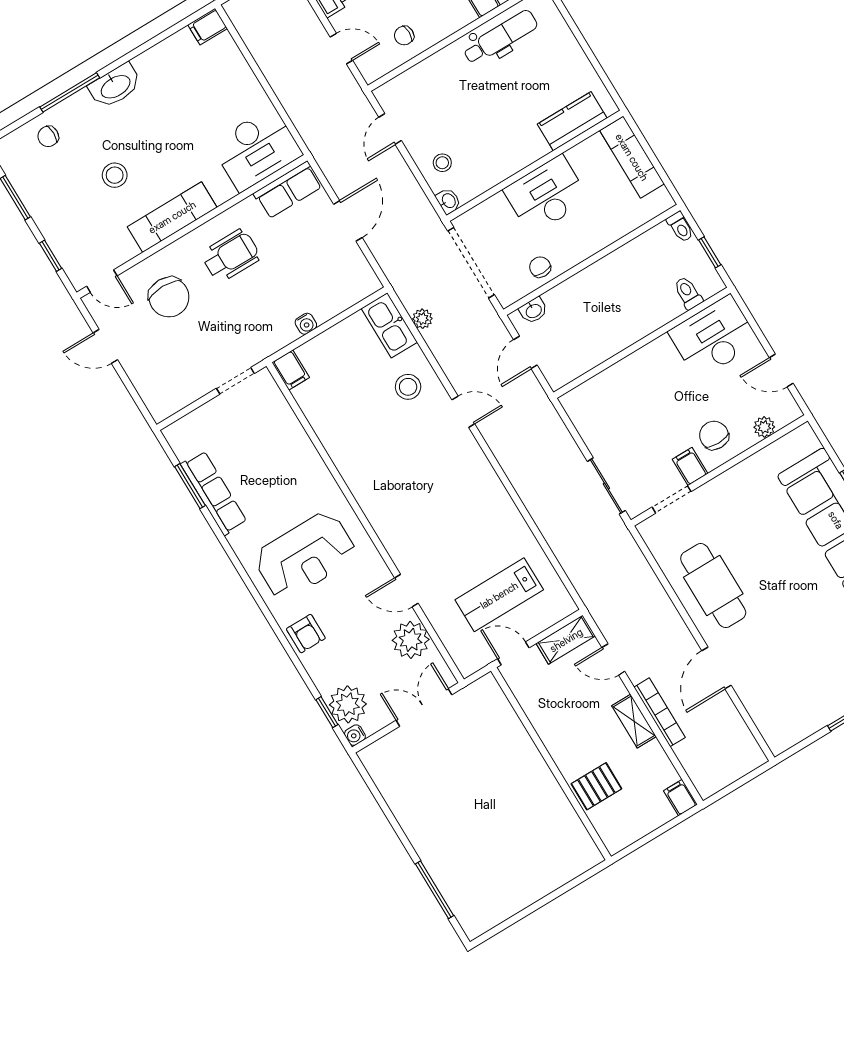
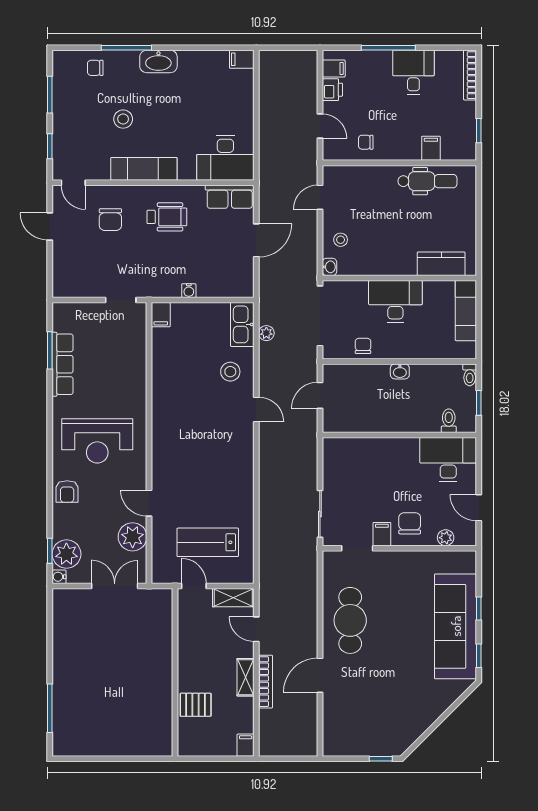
chair: (169, 297) -> (110, 220), width x0.73, depth x0.73
washbasin: (533, 311) -> (400, 371), moved

